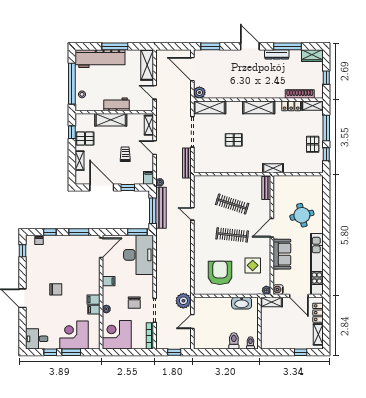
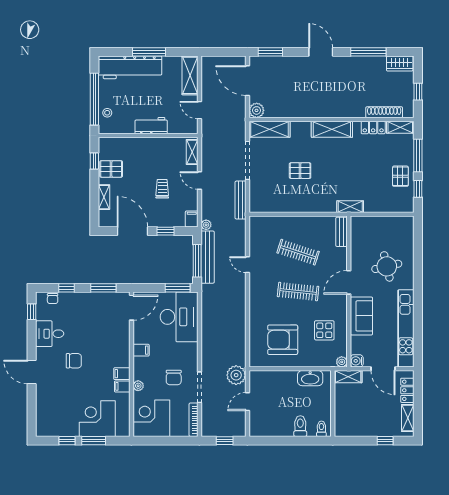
dresser: (277, 54) -> (355, 62), removed
shelving: (111, 120) -> (144, 145), removed
armchair: (220, 273) -> (283, 340), turned -90
desk: (37, 339) -> (50, 334), moved

